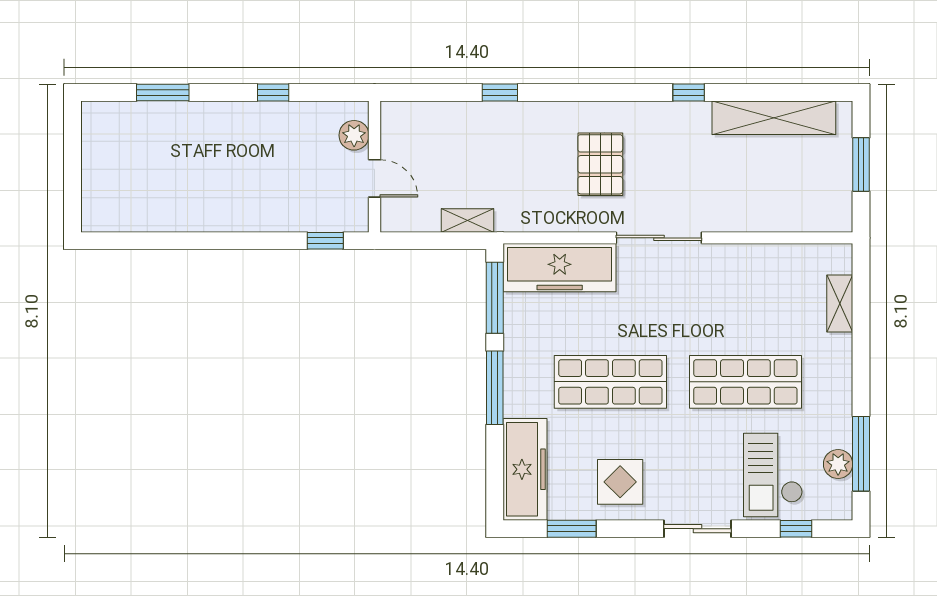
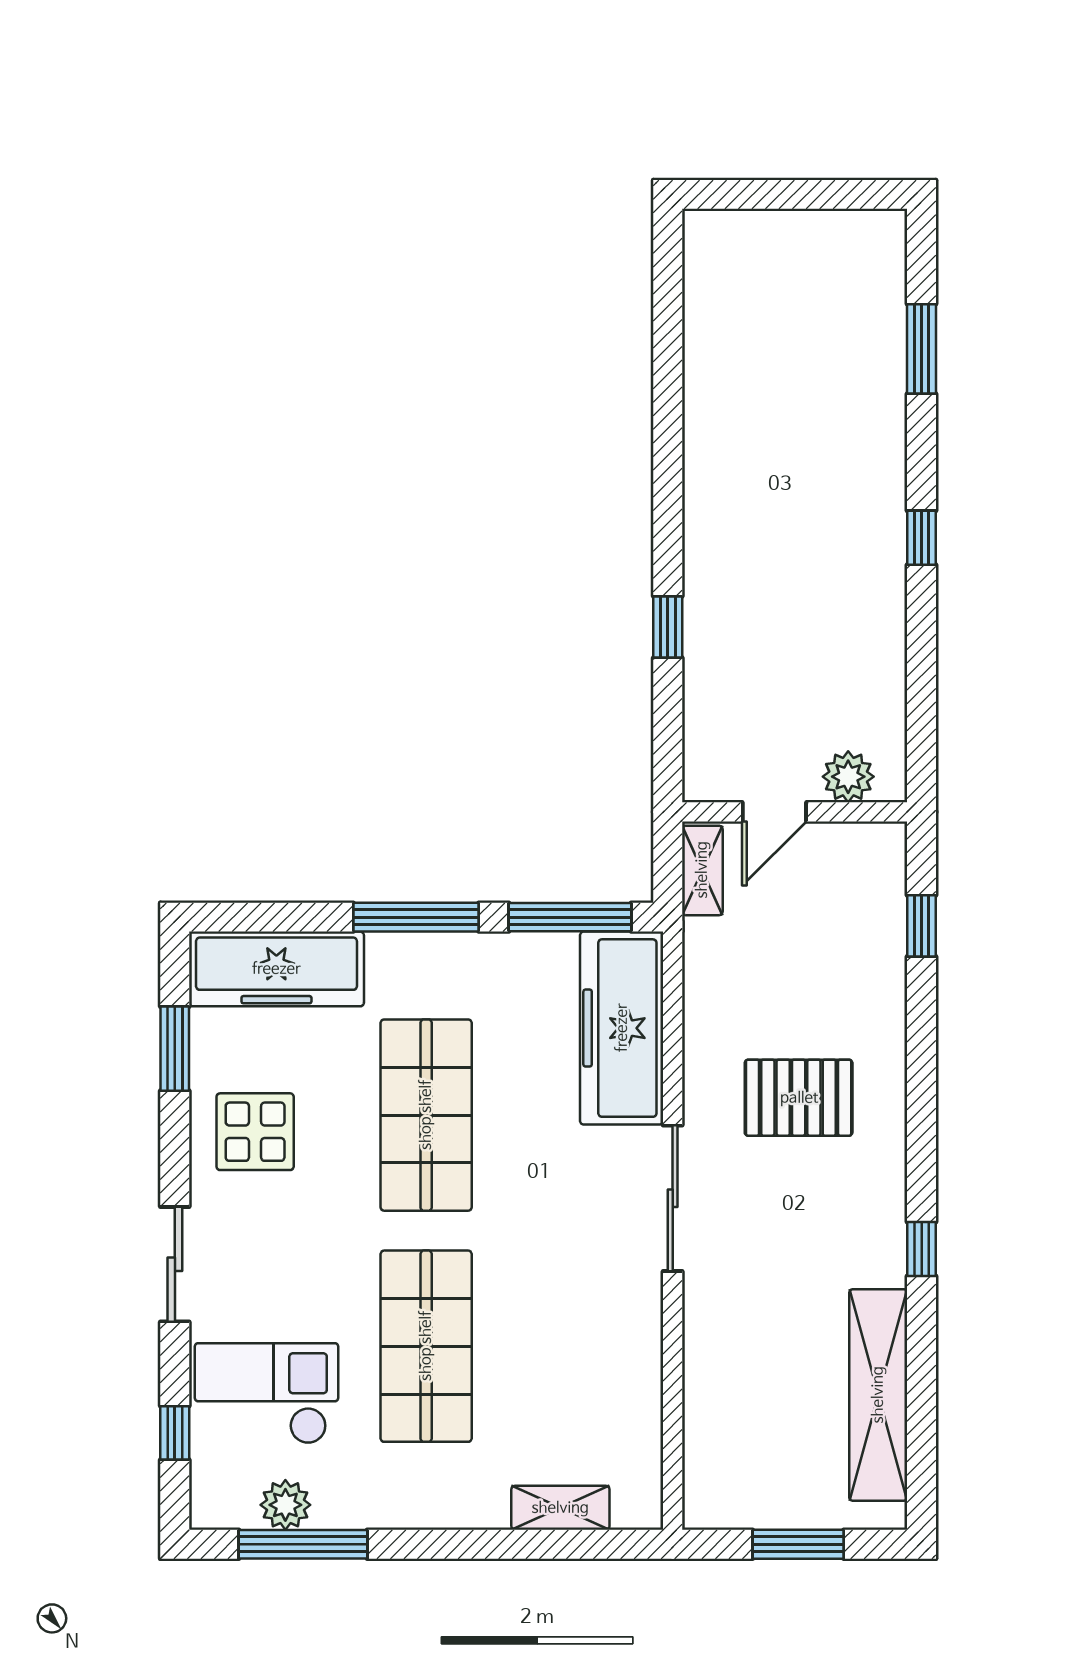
plant: (354, 135) -> (848, 777), moved
wall: (375, 167) -> (795, 812), moved
door: (375, 178) -> (774, 812), moved

